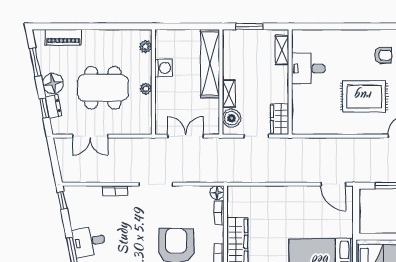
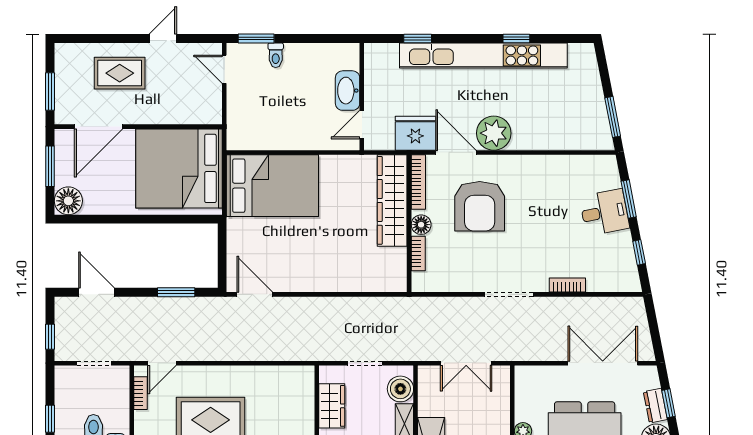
wardrobe: (279, 119) -> (332, 406), moved
double door: (90, 136) -> (603, 363), width x1.37
floor lamp: (217, 193) -> (421, 225), moved
window: (62, 200) -> (639, 252), moved

